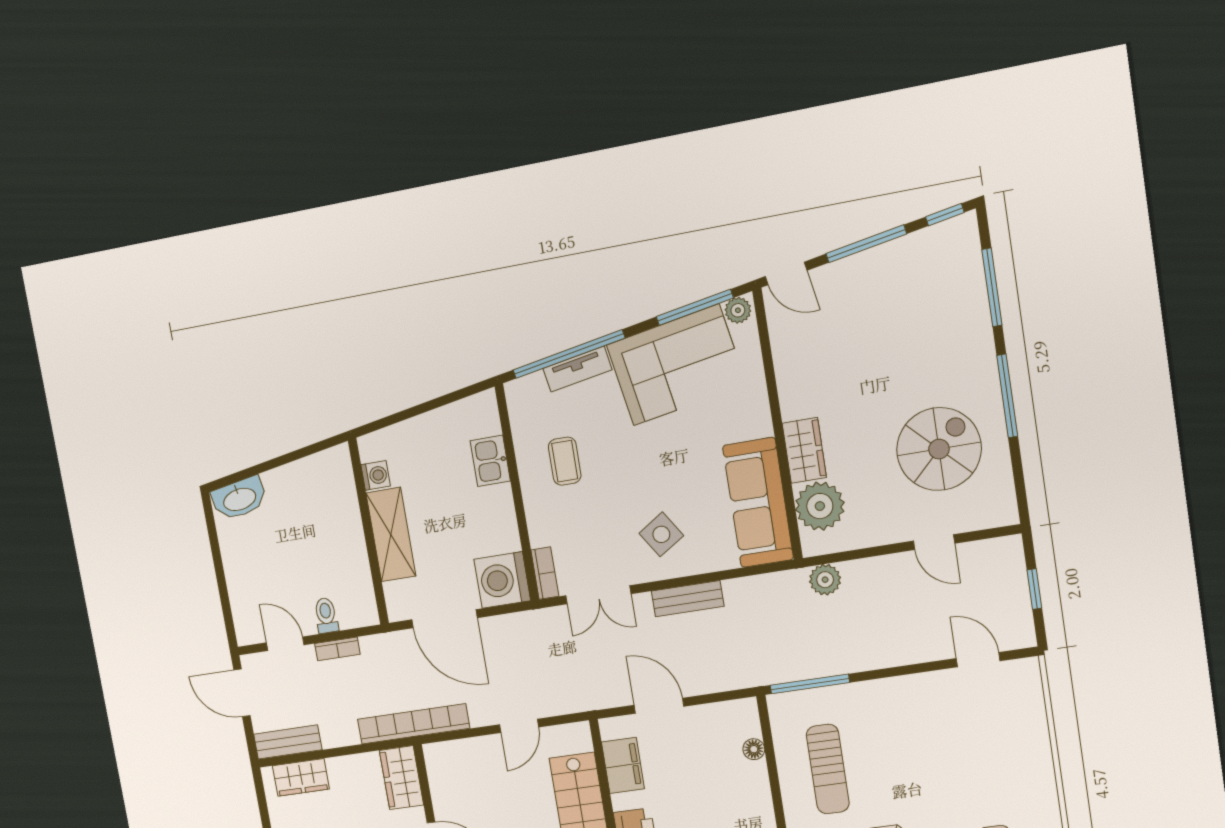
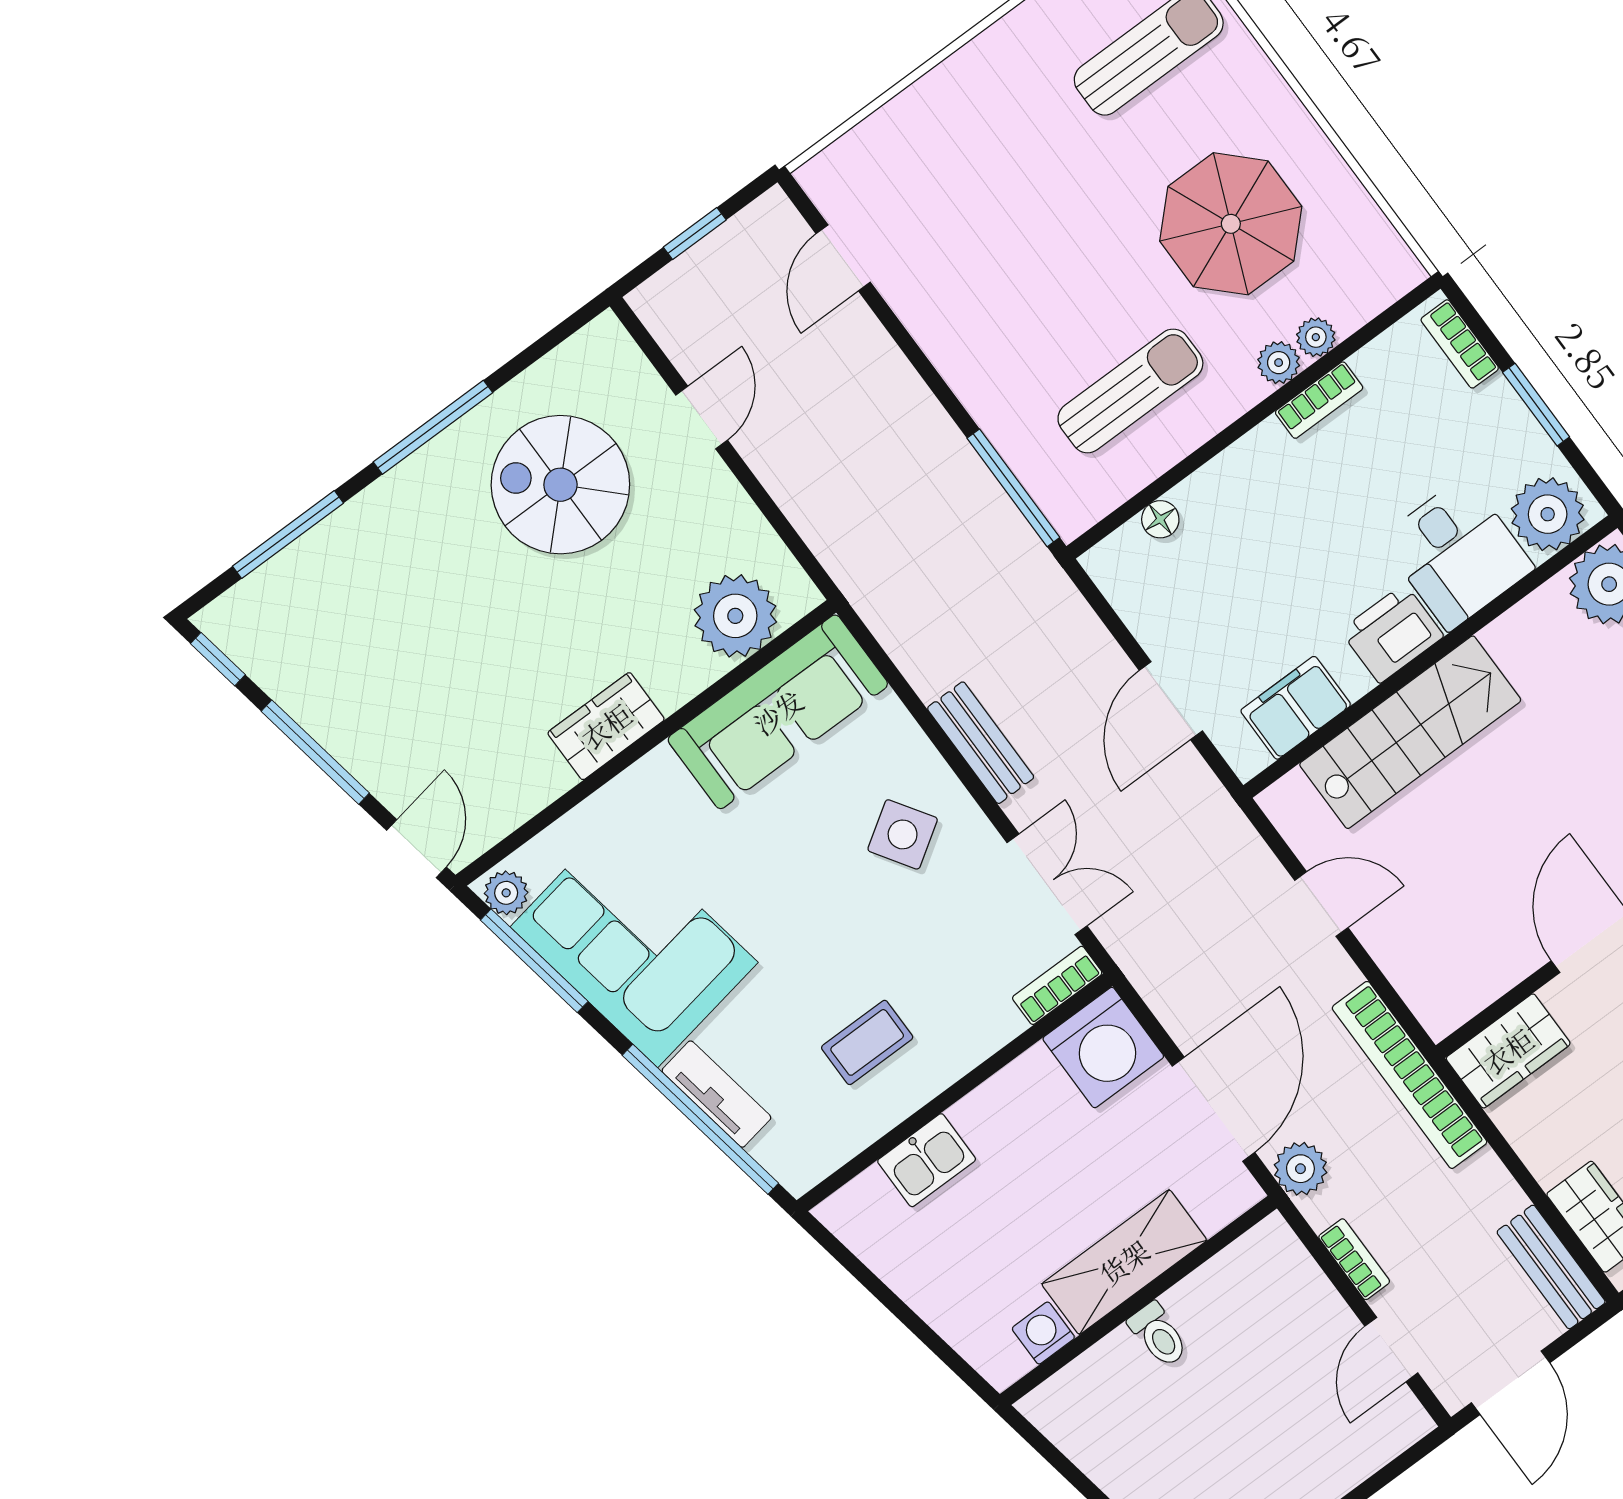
wardrobe: (804, 450) -> (606, 726), moved
plant: (825, 580) -> (1300, 1169), moved
toilet: (326, 615) -> (1158, 1335), moved, turned -90

